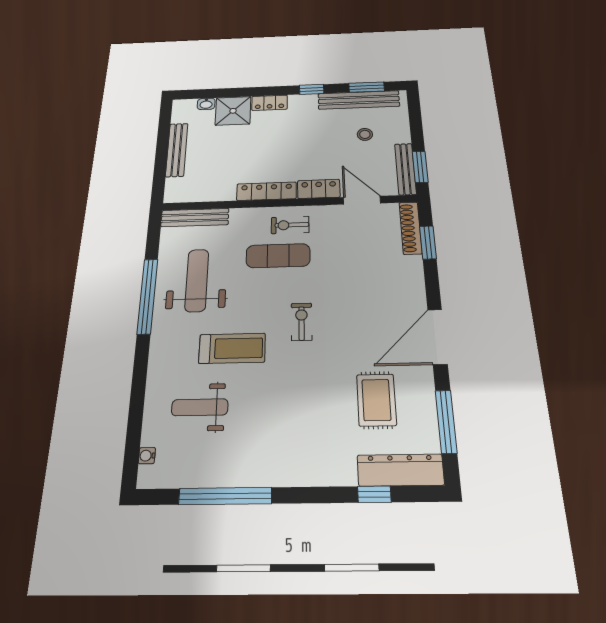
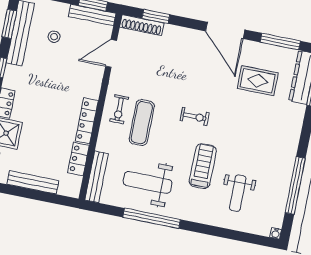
locker: (319, 189) -> (78, 159), moved
exercise bike: (302, 322) -> (195, 117), turned 180
water cooler: (147, 456) -> (276, 233), moved

